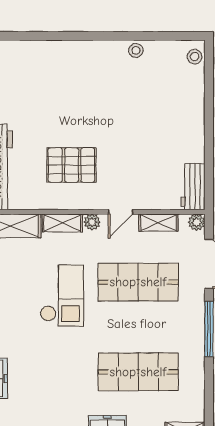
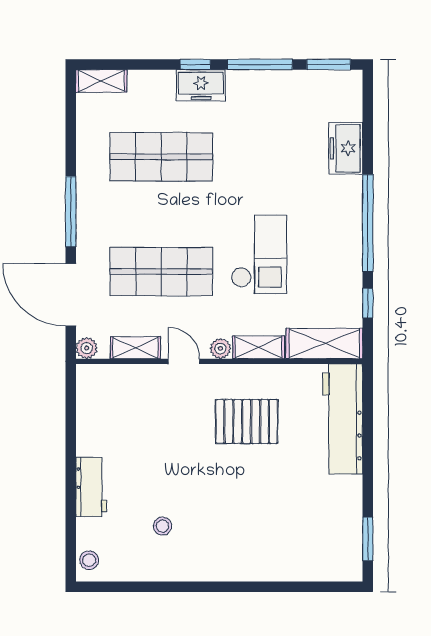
stool: (136, 50) -> (163, 526), moved
workbench: (193, 187) -> (91, 487), moved
door: (120, 212) -> (184, 361), hinge flipped
checkout: (62, 296) -> (259, 254), turned 180

